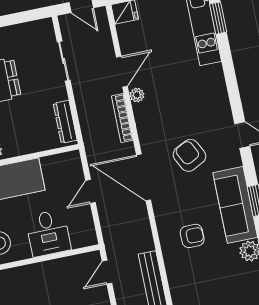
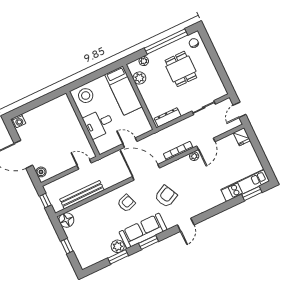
door: (122, 72) -> (206, 144), hinge flipped
door: (144, 177) -> (146, 172), hinge flipped
armchair: (192, 236) -> (126, 203), moved, turned -109

